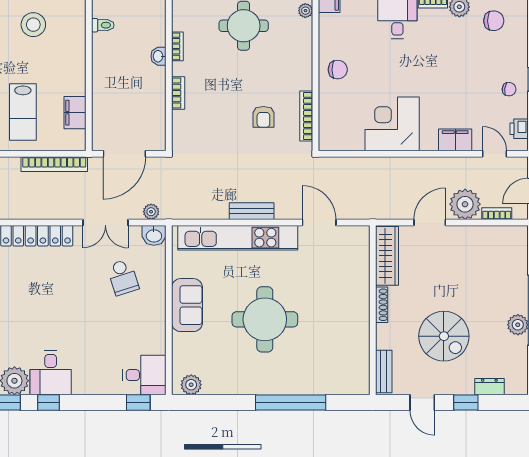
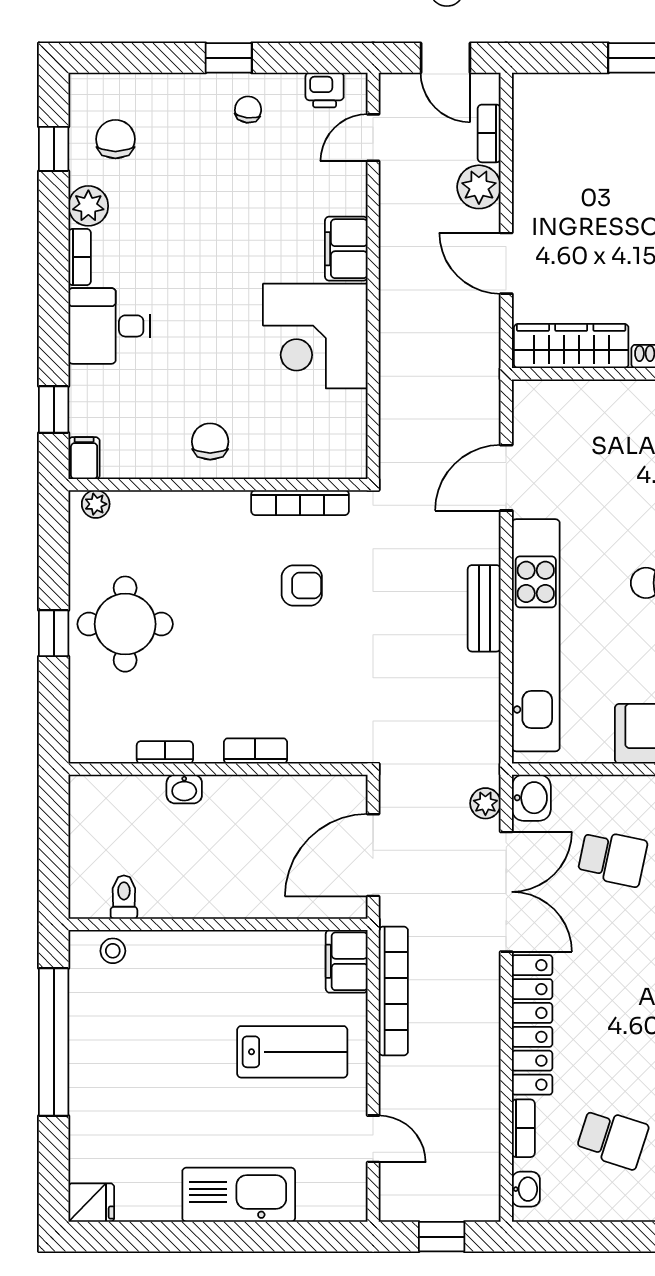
stool: (33, 25) -> (113, 951), moved, width x0.53, depth x0.53
filing cabinet: (75, 113) -> (347, 961), moved, turned 90
filing cabinet: (455, 140) -> (346, 249), moved
door: (124, 154) -> (373, 855), swing flipped
plant: (465, 204) -> (479, 187), width x0.73, depth x0.73
double door: (105, 222) -> (506, 892), width x1.37
school desk: (123, 277) -> (612, 858), turned 30

